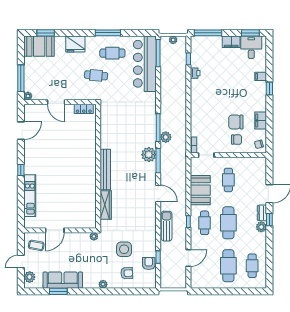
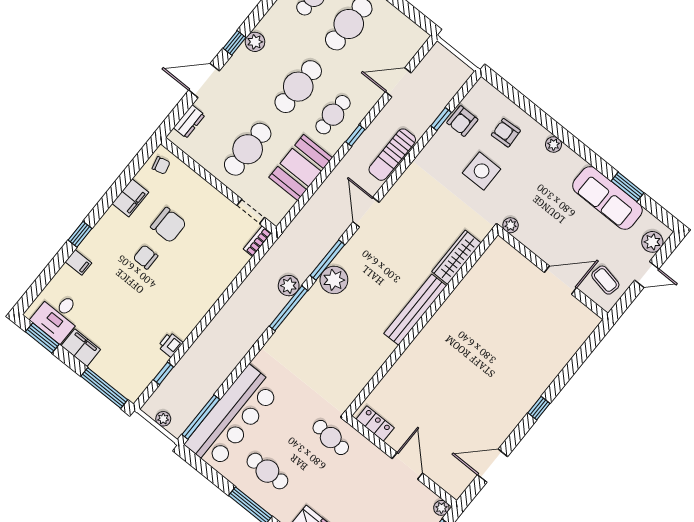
cafe table: (96, 75) -> (331, 438), moved
chair: (237, 140) -> (146, 257), moved
cafe table: (228, 180) -> (248, 149), width x1.37, depth x1.35
kitchen unit: (30, 196) -> (556, 360), removed
dresser: (262, 213) -> (189, 122), moved

